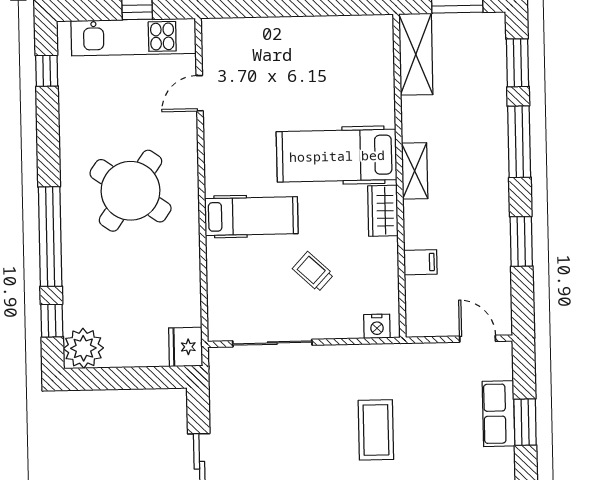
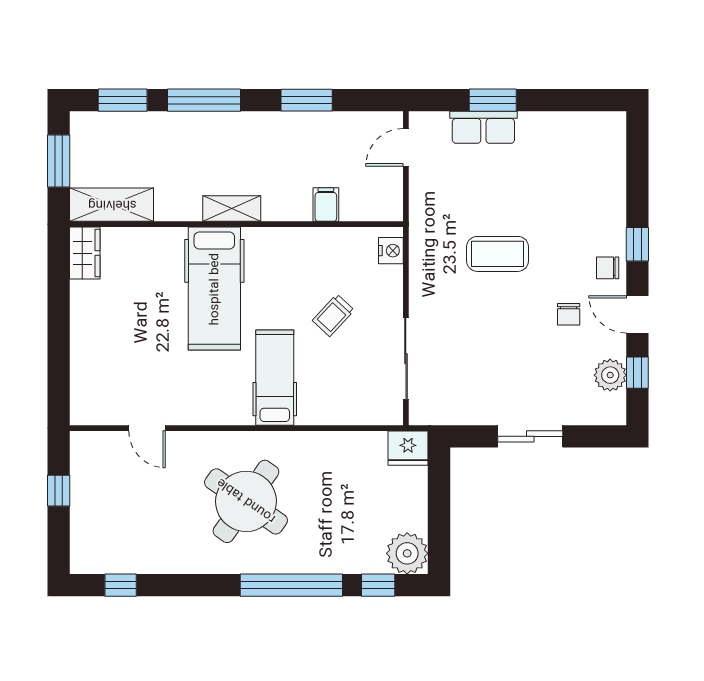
kitchen unit: (134, 37) -> (88, 495), removed
wardrobe: (383, 211) -> (85, 253), moved, turned -90

